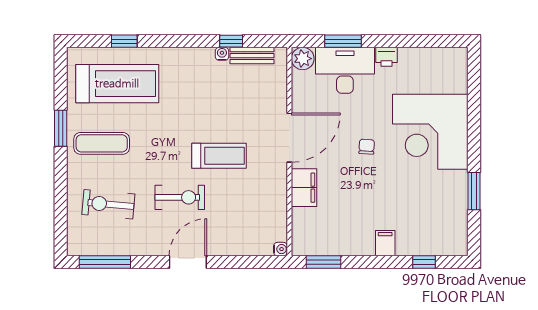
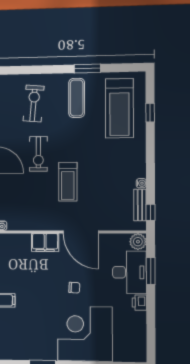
window: (231, 41) -> (150, 212), moved

